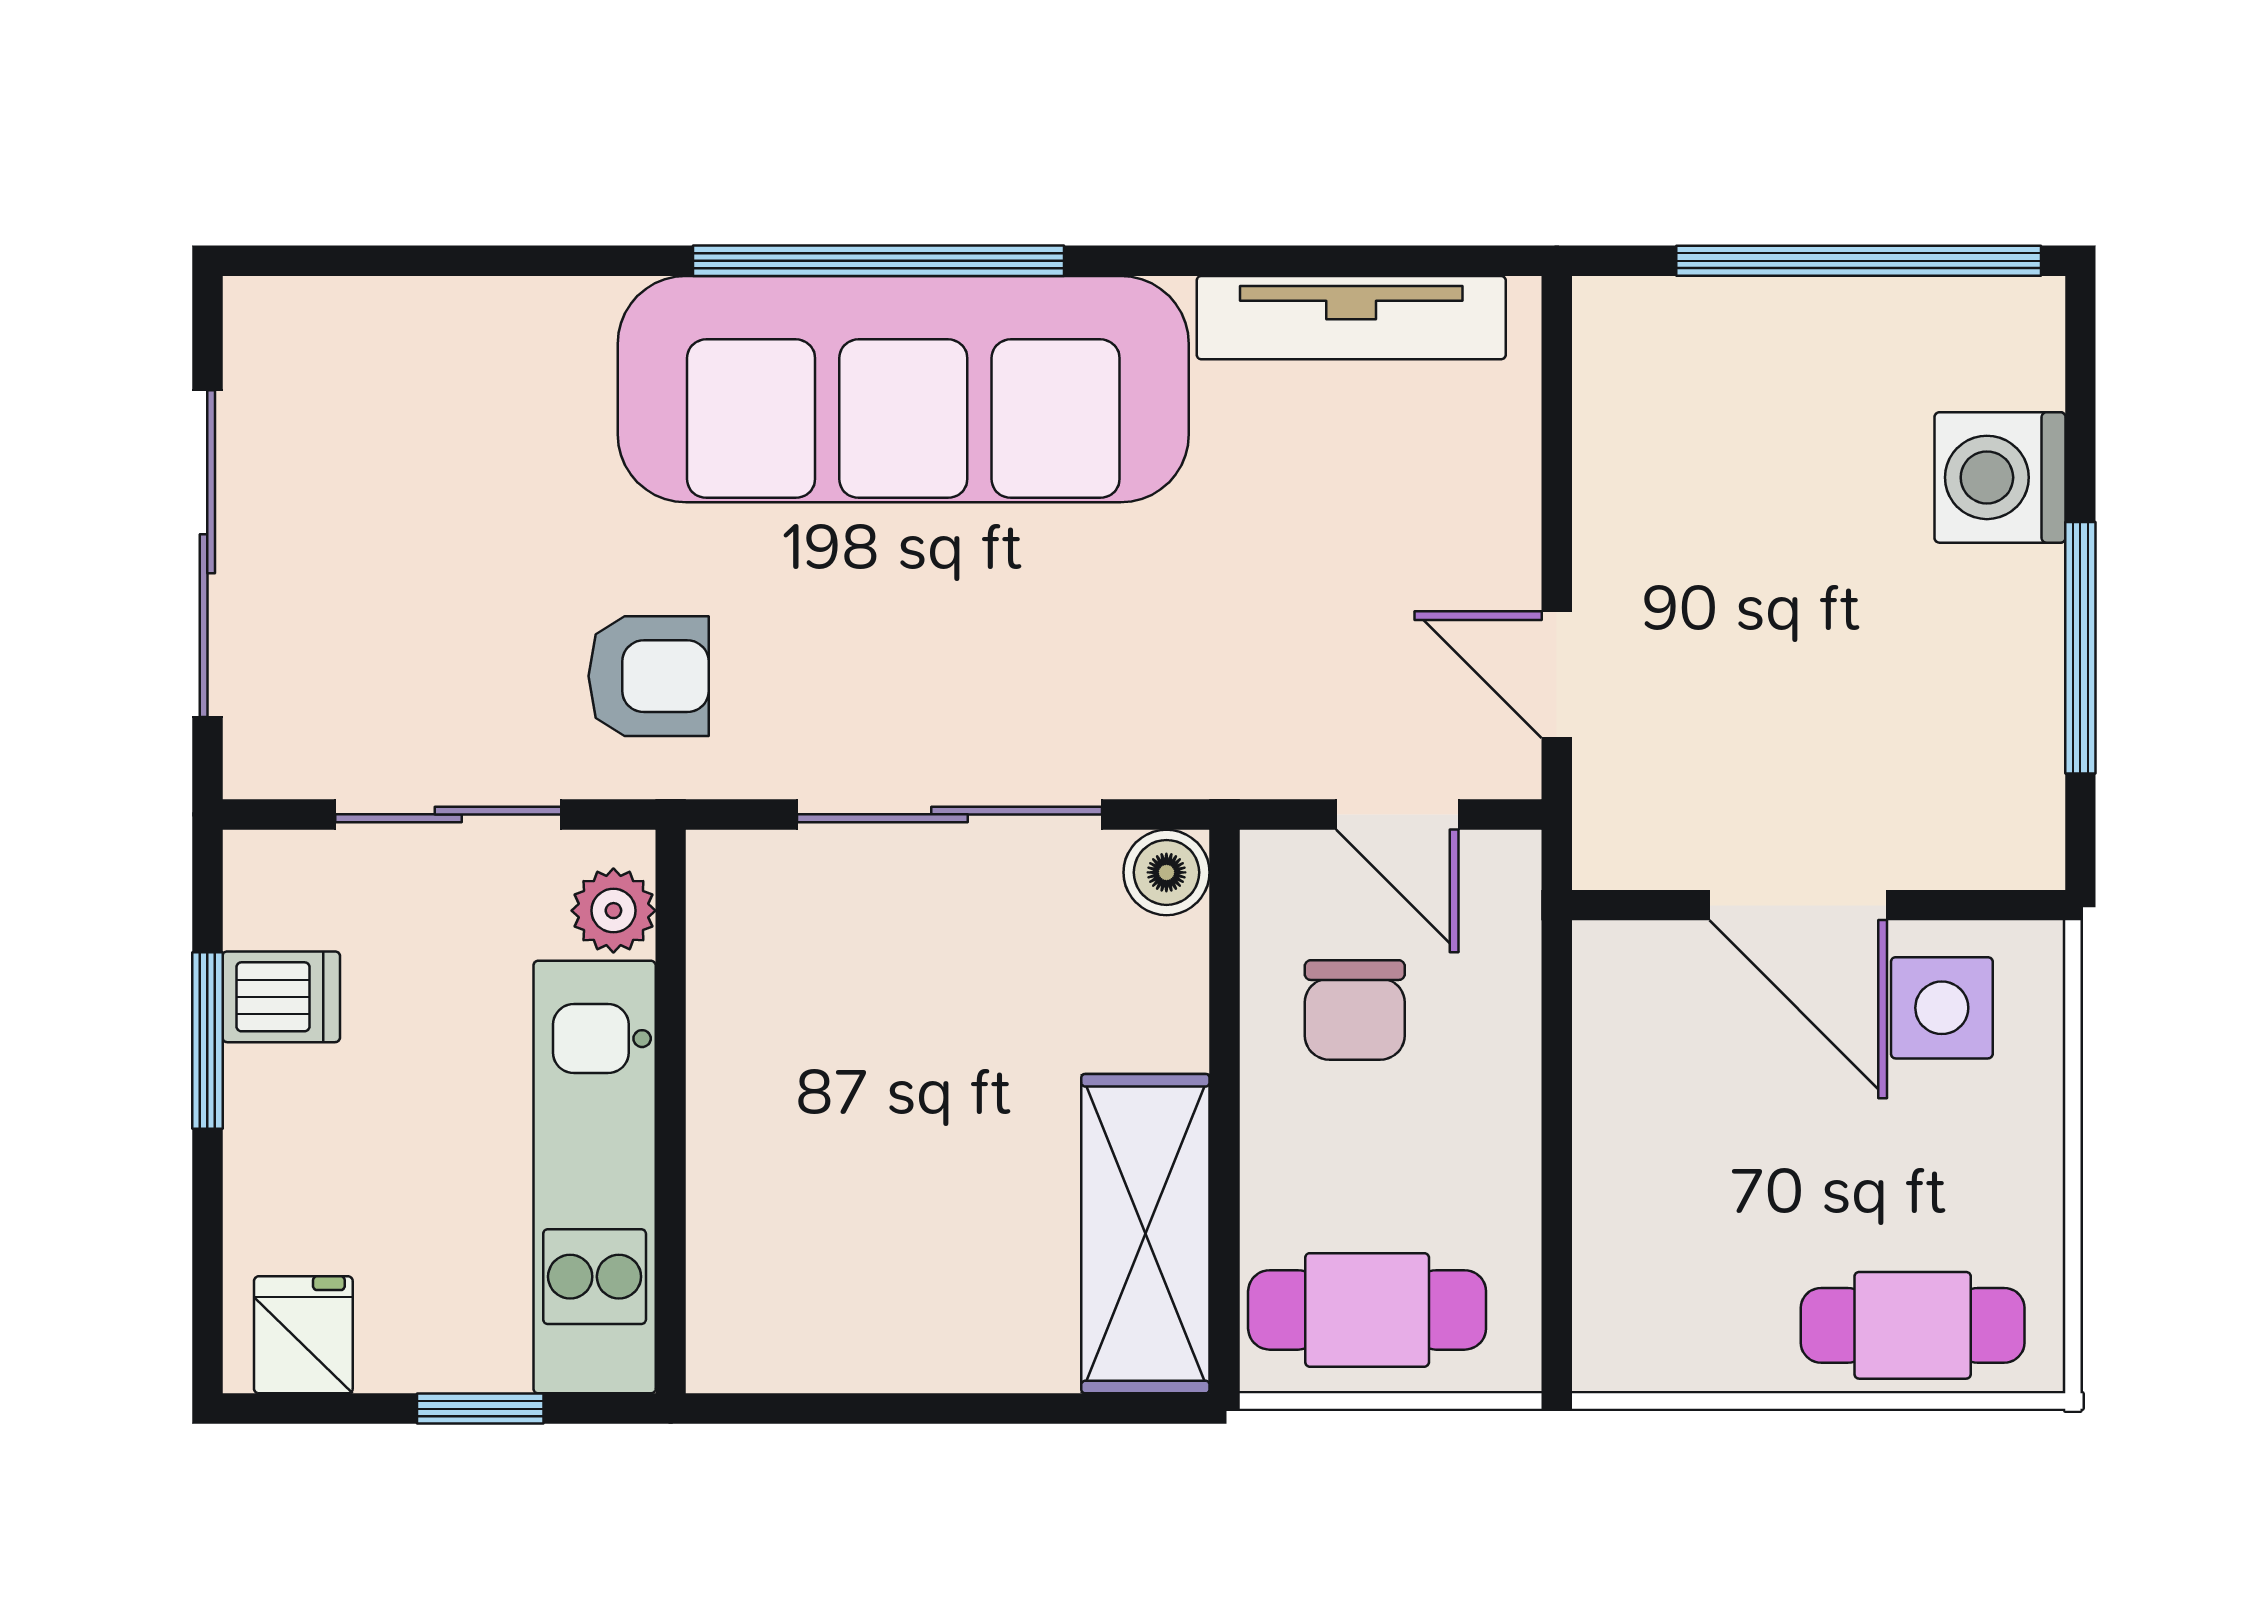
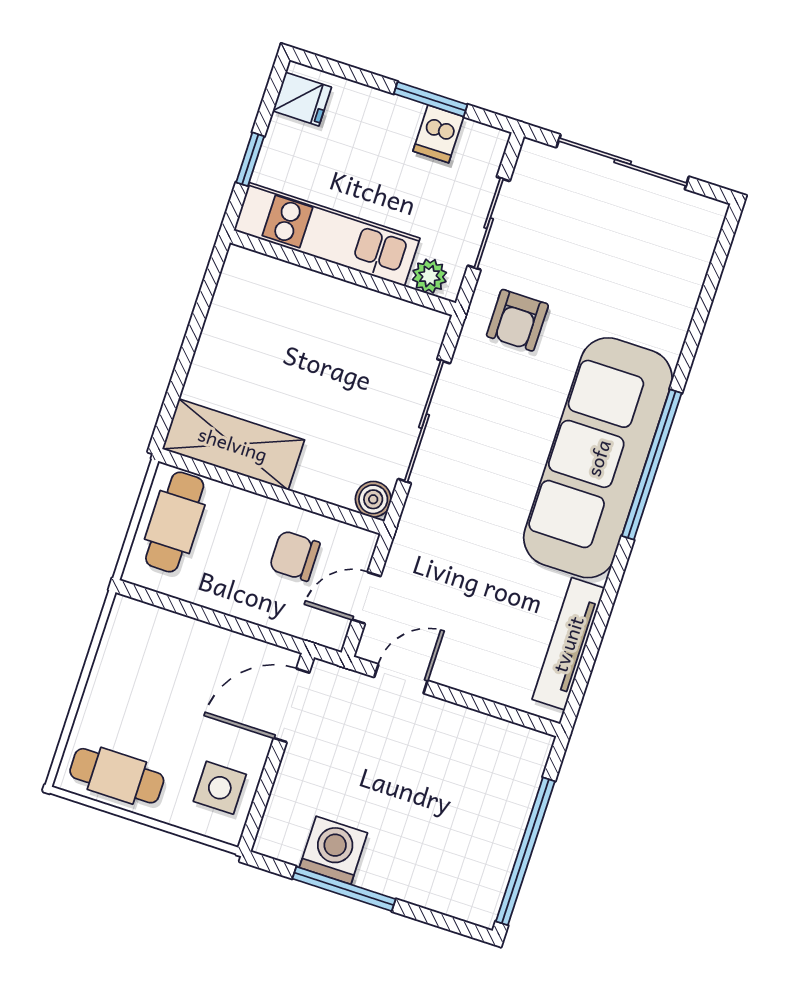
washing machine: (2000, 477) -> (333, 850), moved
door: (1798, 905) -> (292, 705), moved
cafe table: (1913, 1325) -> (117, 776), moved, turned 90

